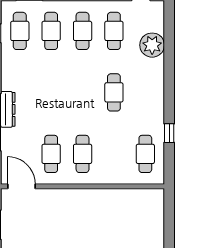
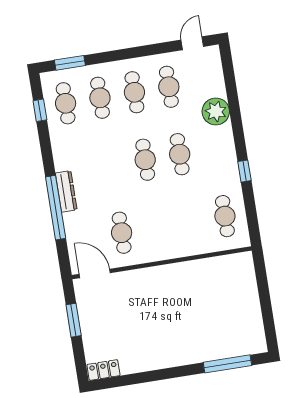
plant: (152, 45) -> (216, 111), moved
window: (169, 133) -> (244, 171), moved
cafe table: (83, 154) -> (145, 160), moved

